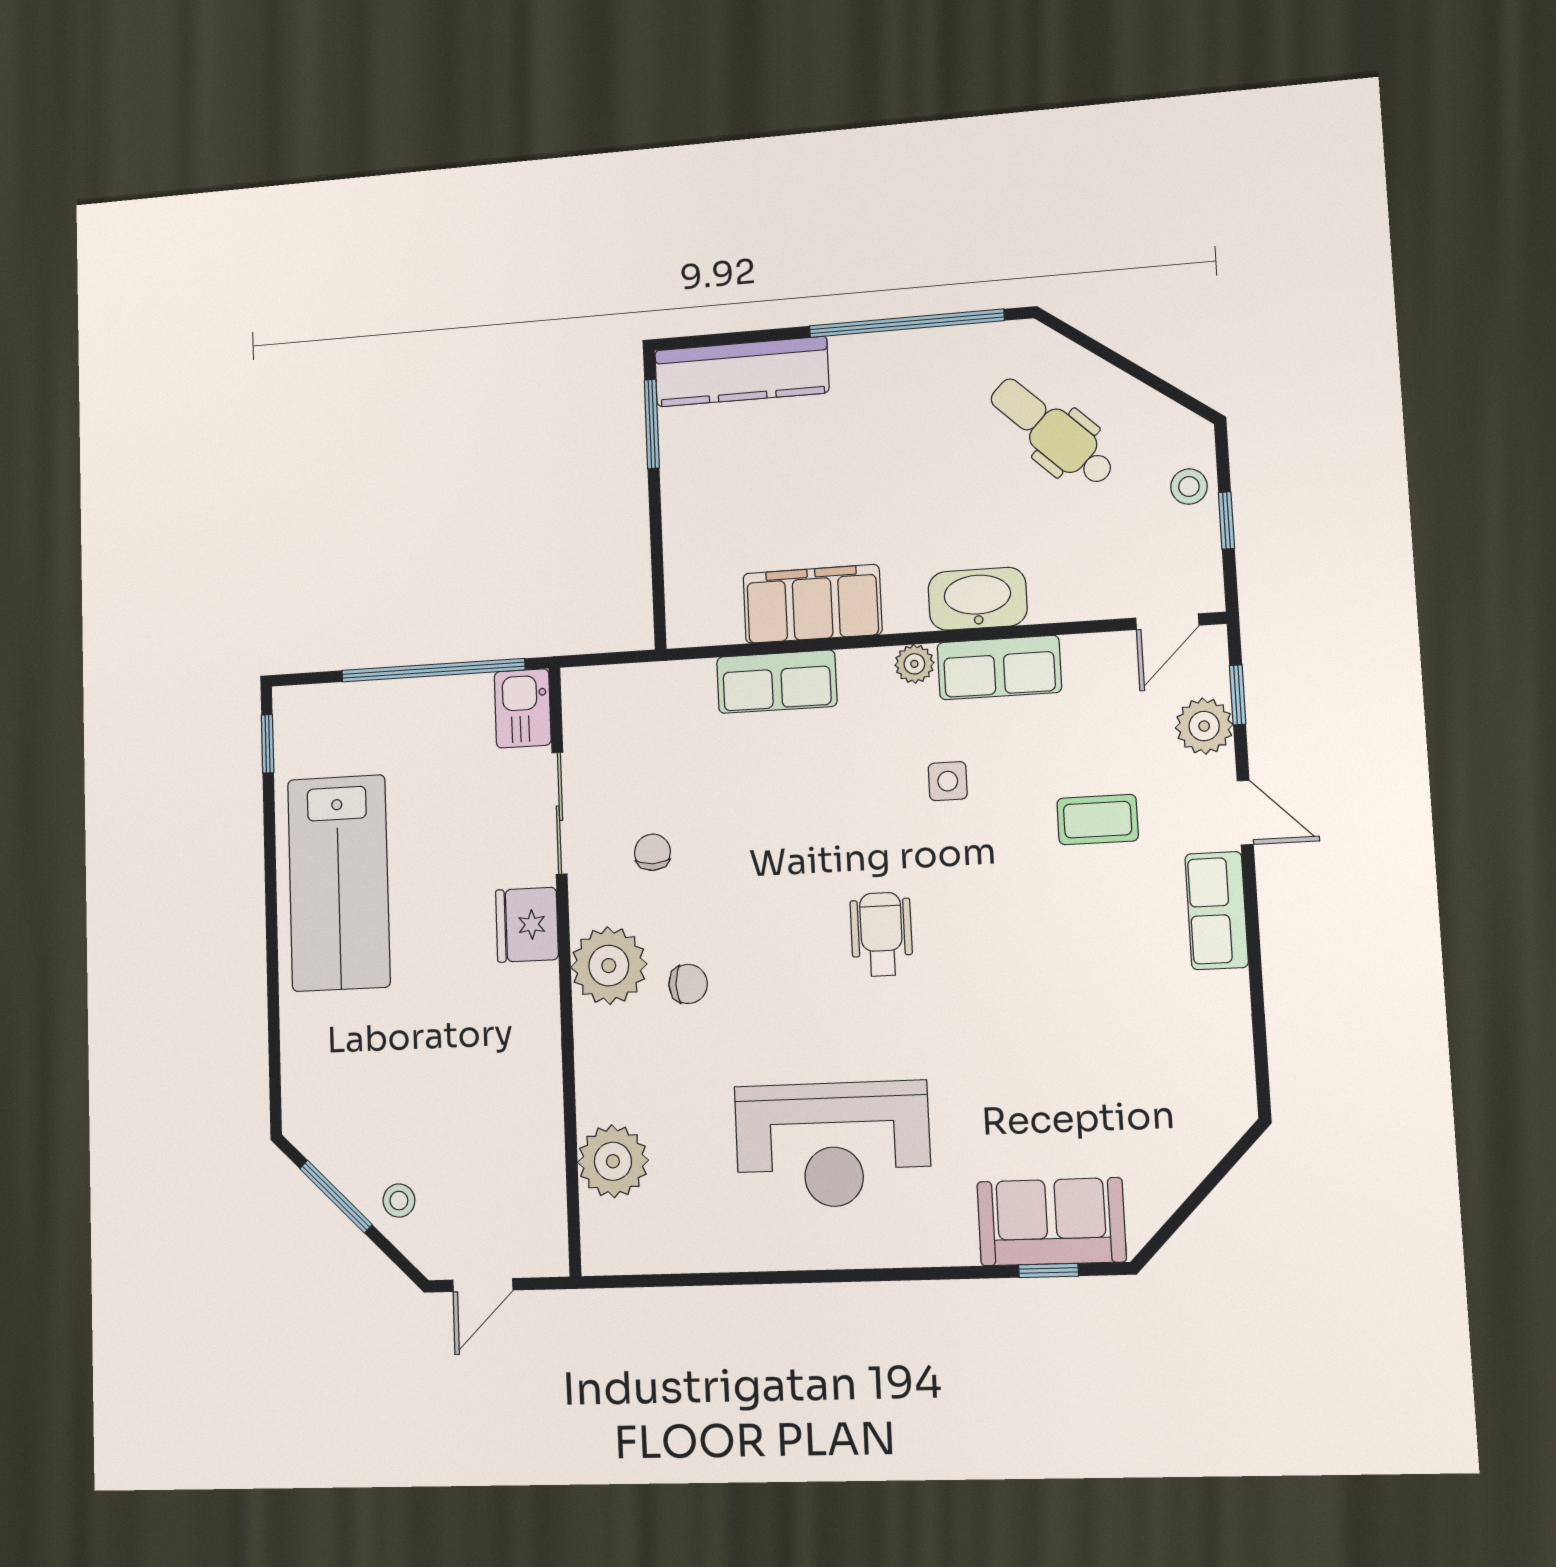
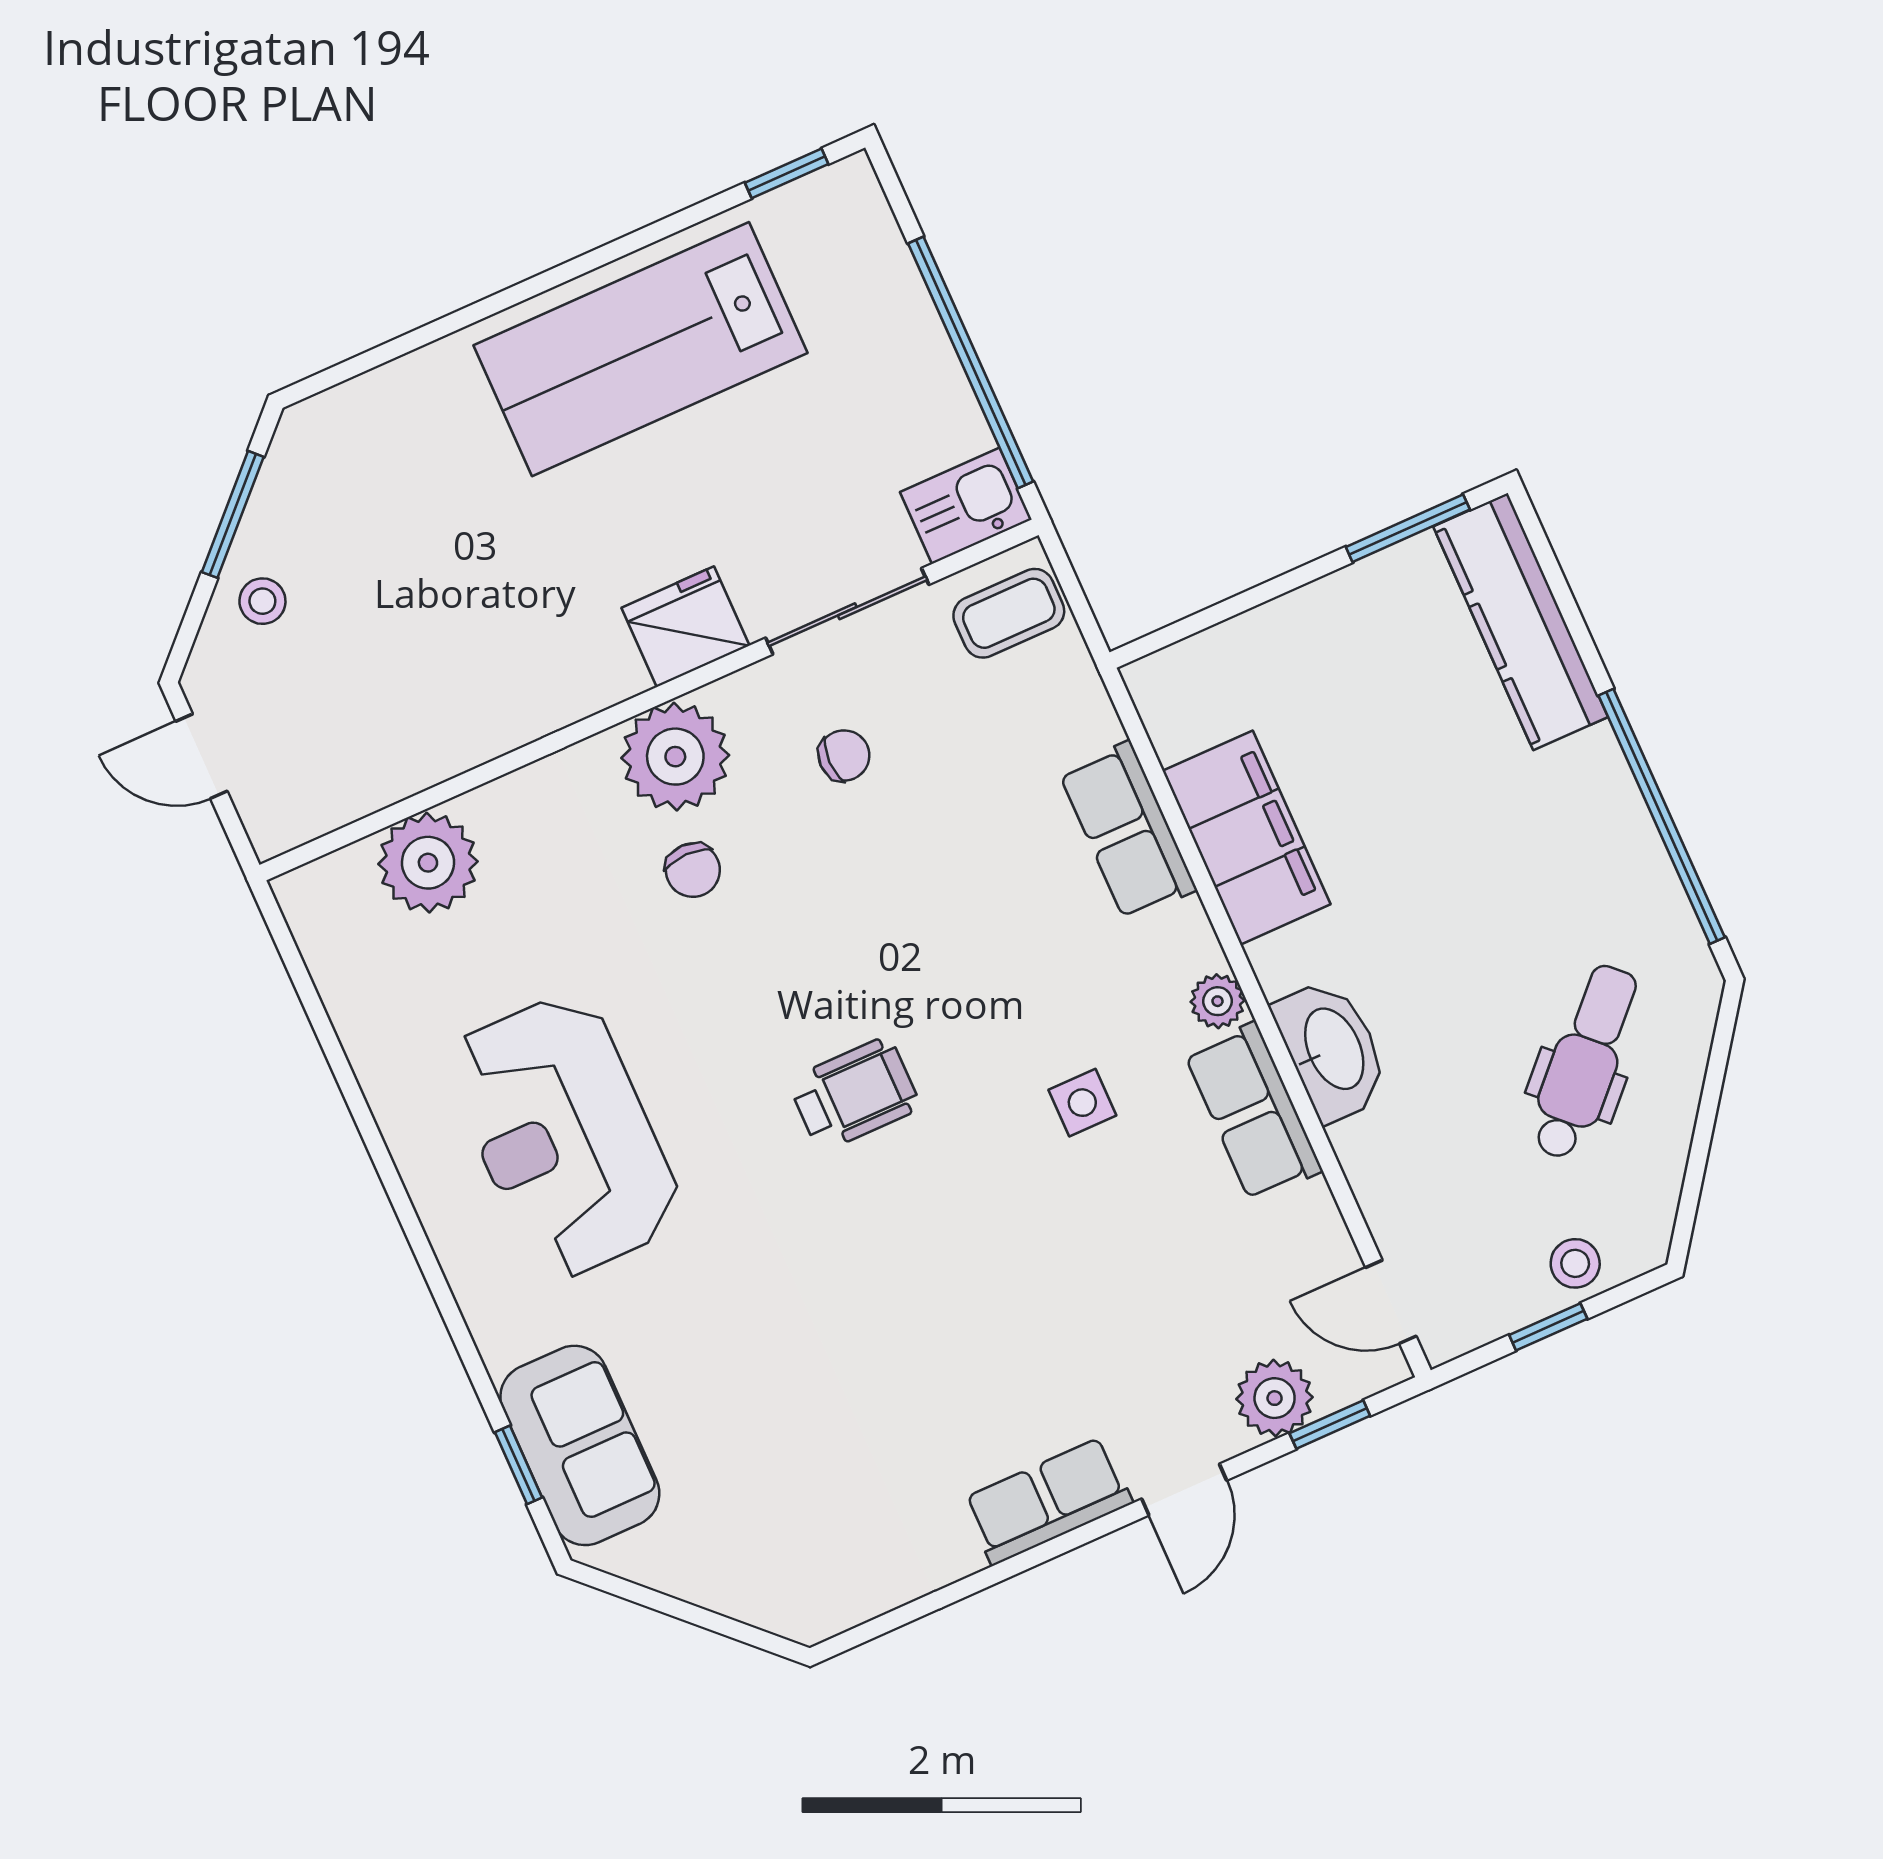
coffee table: (1098, 820) -> (1009, 613), moved, turned 90

